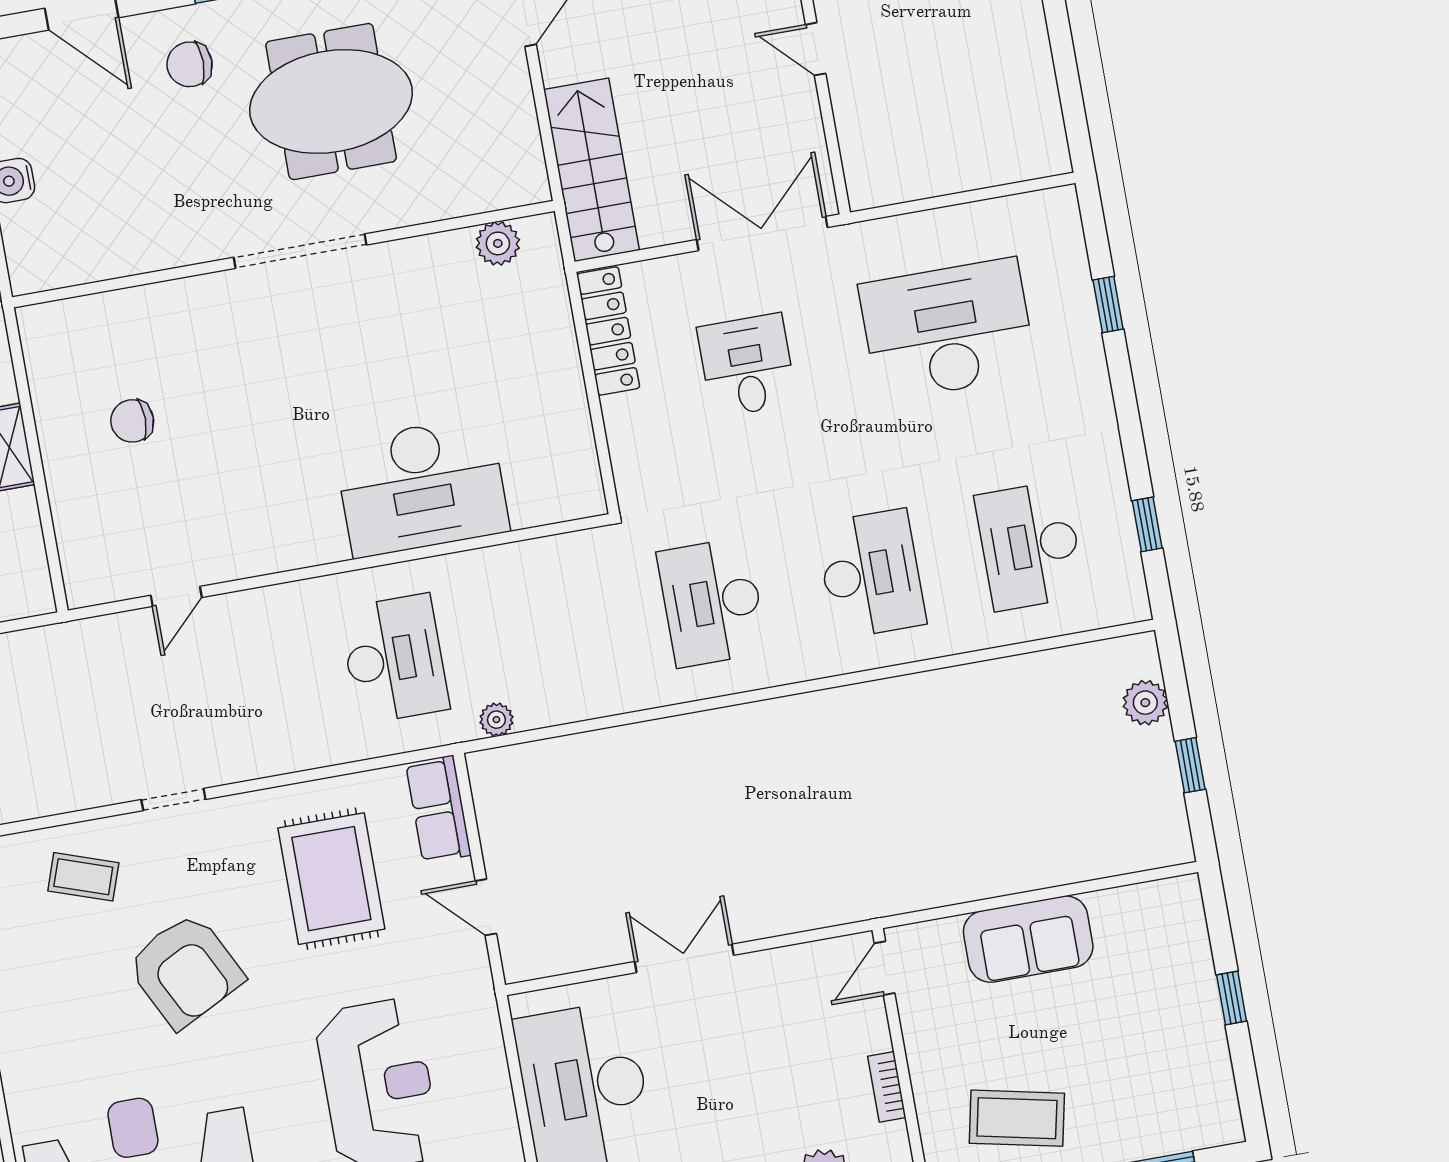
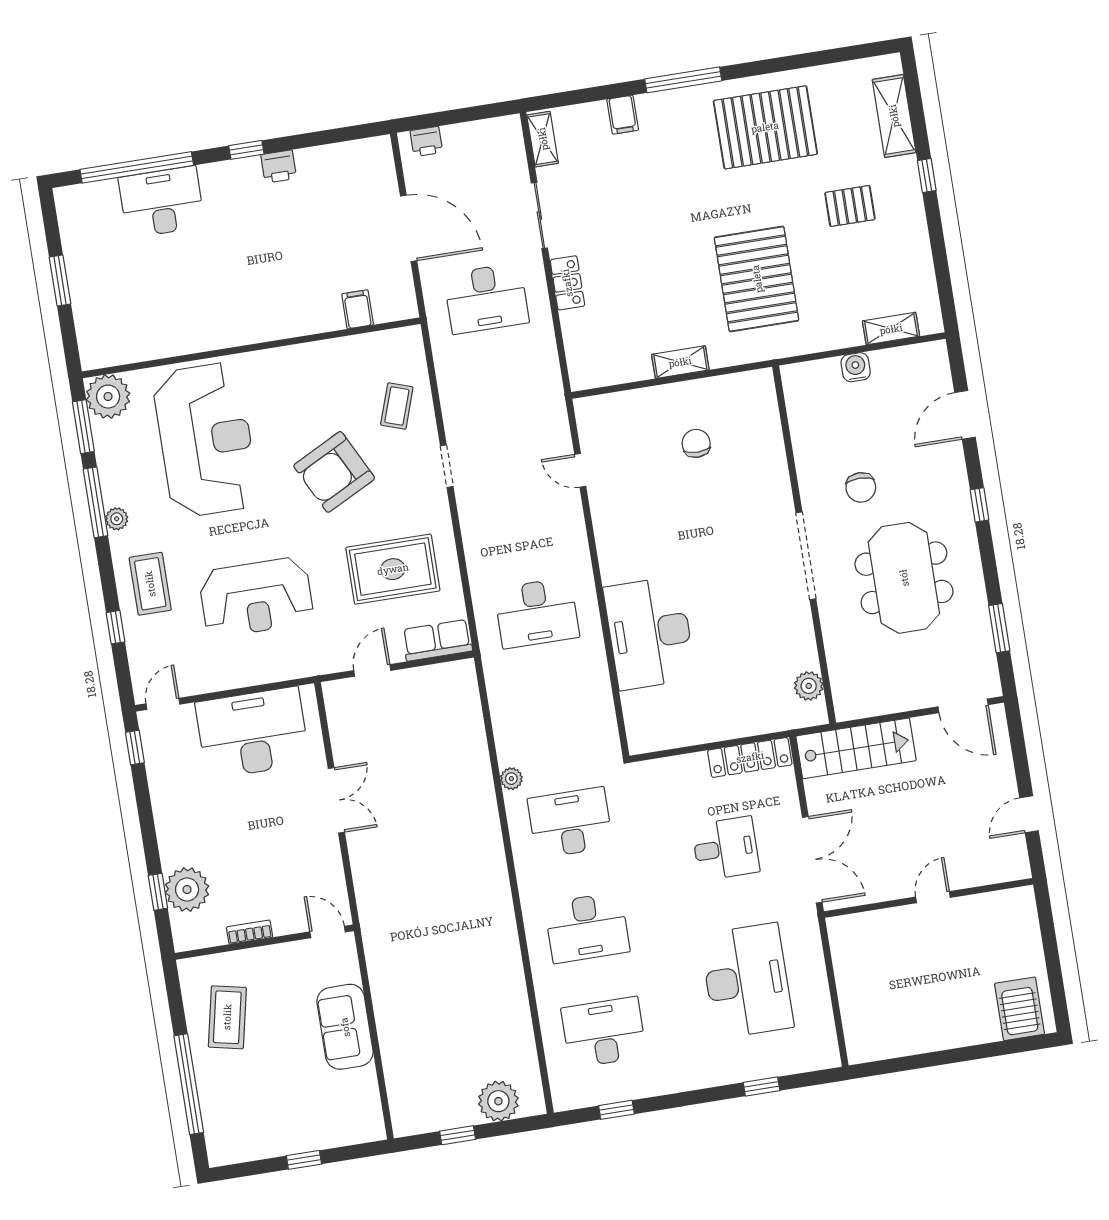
chair: (190, 64) -> (861, 487), moved, turned 180
plant: (1145, 703) -> (498, 1101), width x1.36, depth x1.36
plant: (496, 720) -> (511, 779), moved

